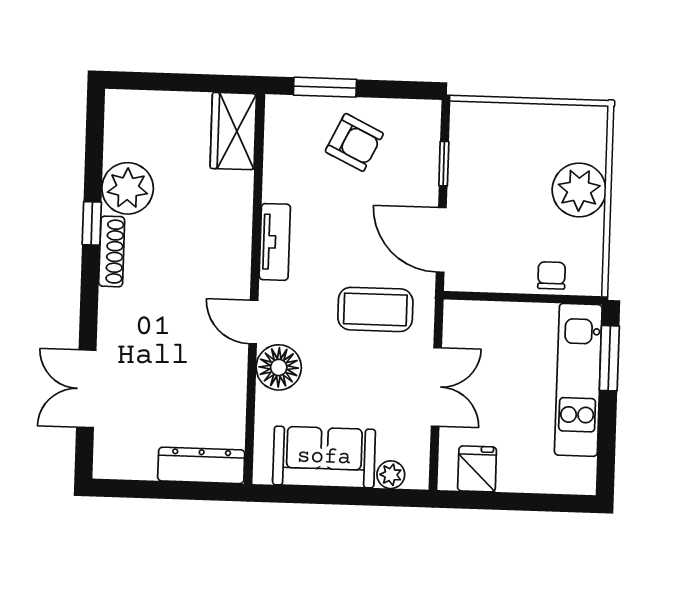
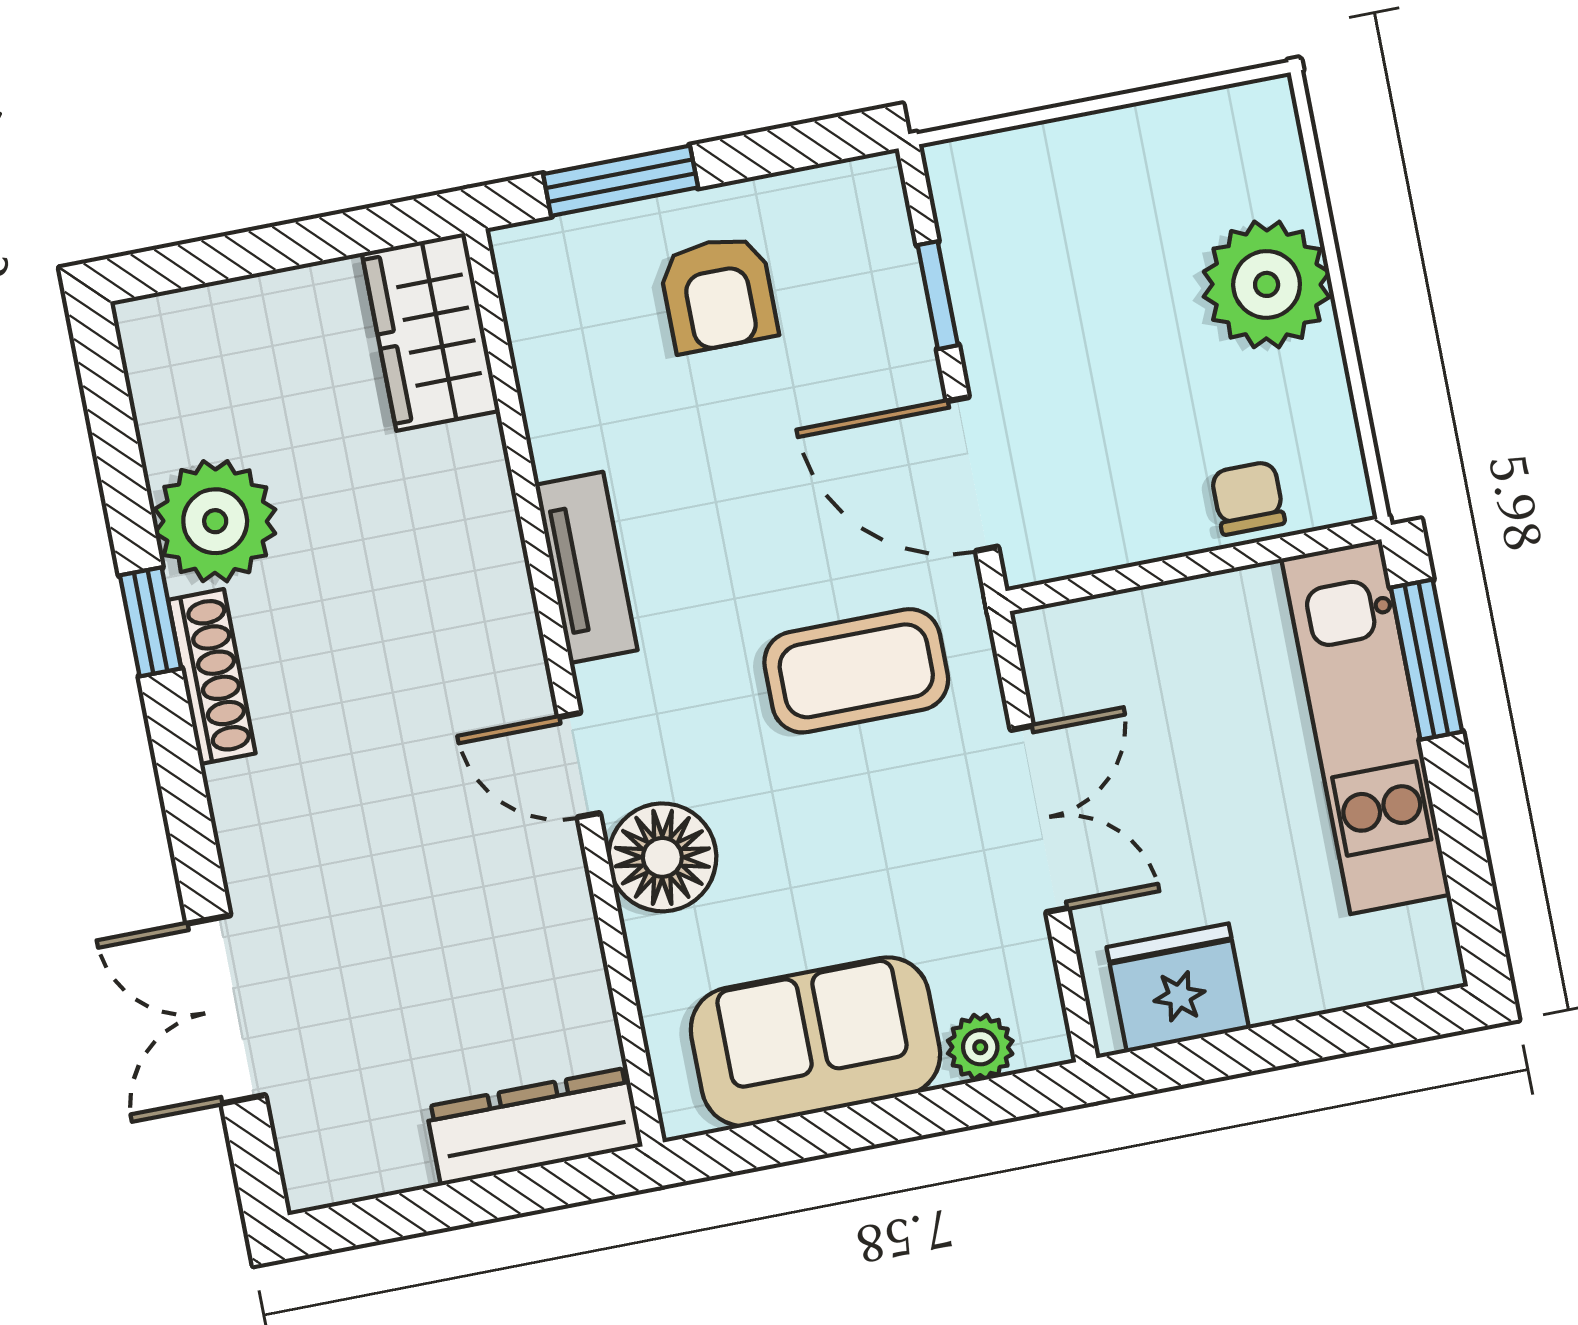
armchair: (354, 142) -> (718, 294), turned 64
fridge: (477, 469) -> (1178, 988), width x1.38

